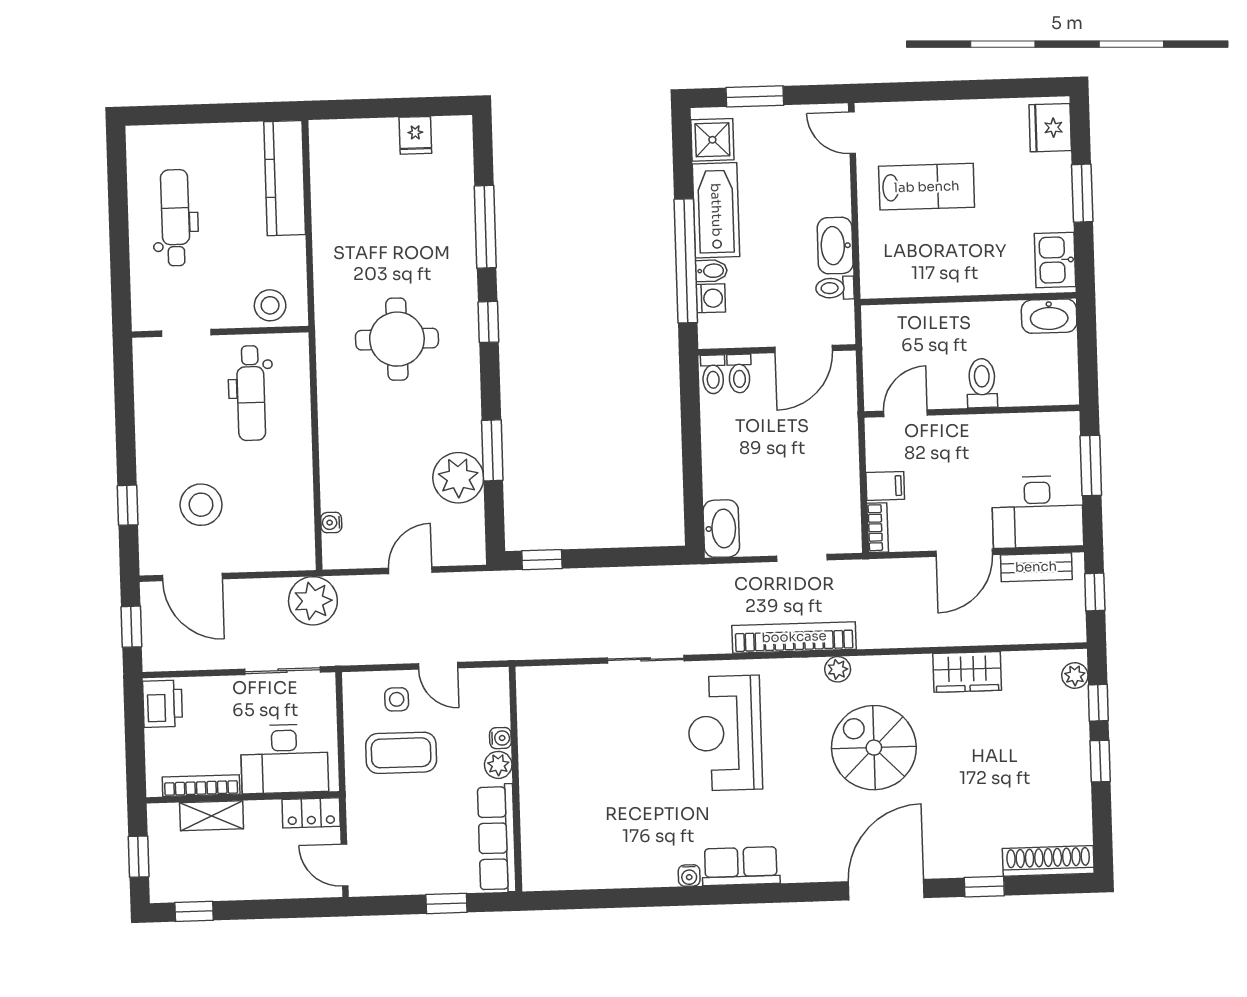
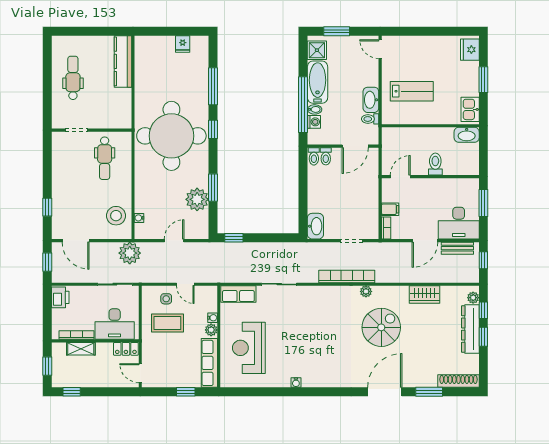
lab bench: (927, 187) -> (412, 91), moved
stool: (270, 305) -> (115, 119), removed
round table: (397, 339) -> (171, 136), width x1.86, depth x1.86
stool: (201, 505) -> (116, 216), moved
reception desk: (725, 733) -> (249, 348), moved
dresser: (1071, 745) -> (470, 329), added
spiral stairs: (874, 748) -> (381, 327), turned 90
row of seats: (741, 866) -> (238, 294), moved, turned 180
window: (984, 887) -> (429, 392), width x1.50

